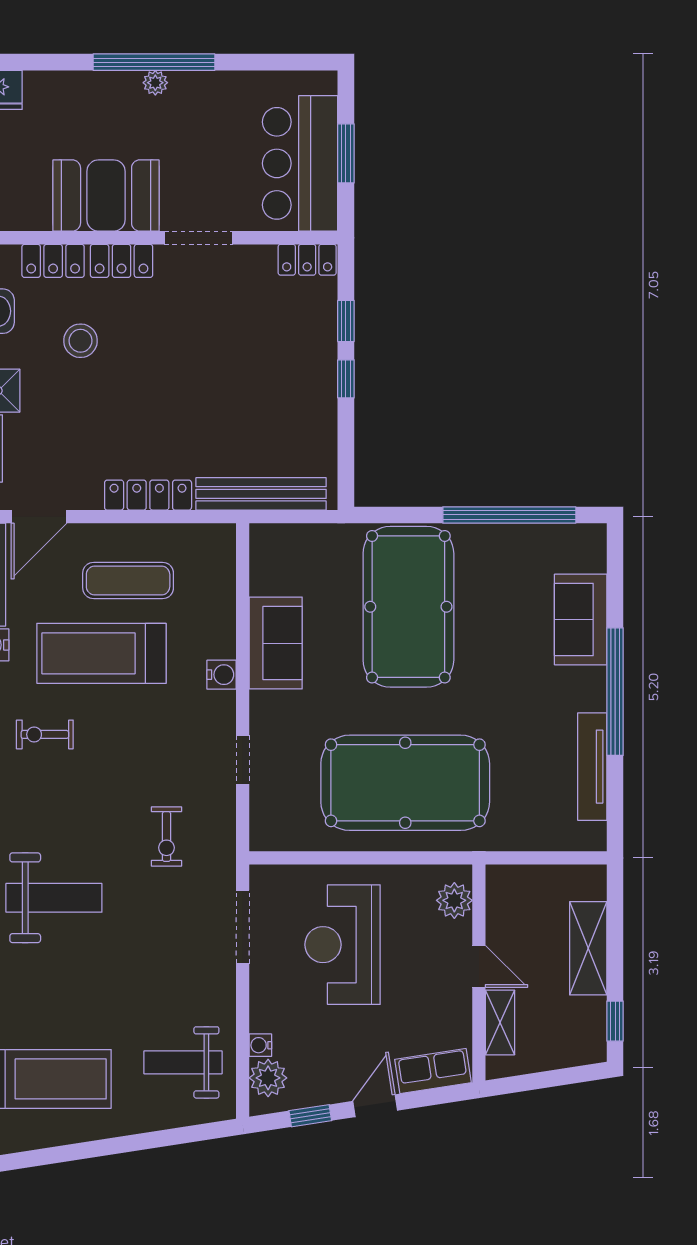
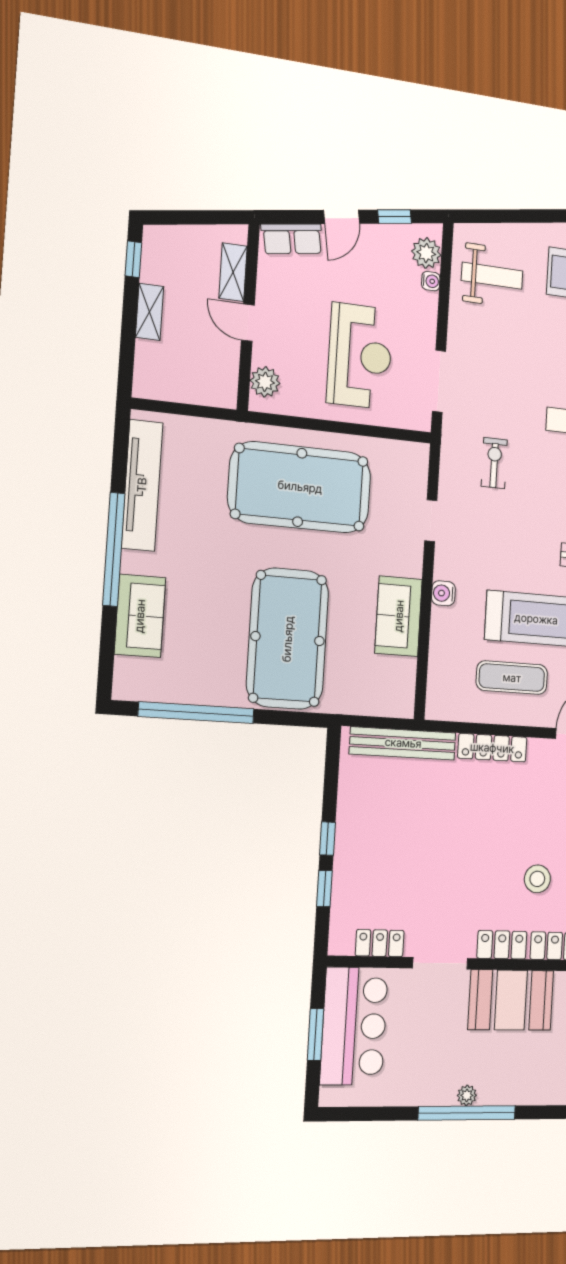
locker: (307, 260) -> (380, 943), moved
tv unit: (592, 767) -> (142, 485), width x1.36, depth x1.29
shelving: (588, 948) -> (150, 312), width x0.67, depth x0.75

